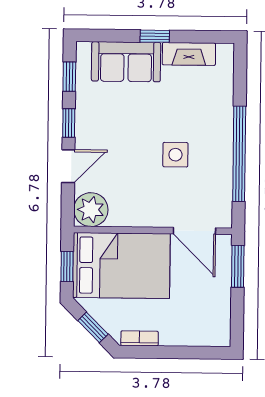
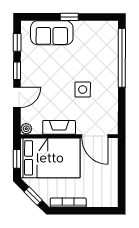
fireplace: (189, 54) -> (59, 127), moved, turned 180
window: (239, 154) -> (122, 58), moved
plant: (91, 210) -> (26, 129), width x0.53, depth x0.53
window: (238, 266) -> (122, 158), removed
bookcase: (140, 338) -> (68, 203), width x1.56

